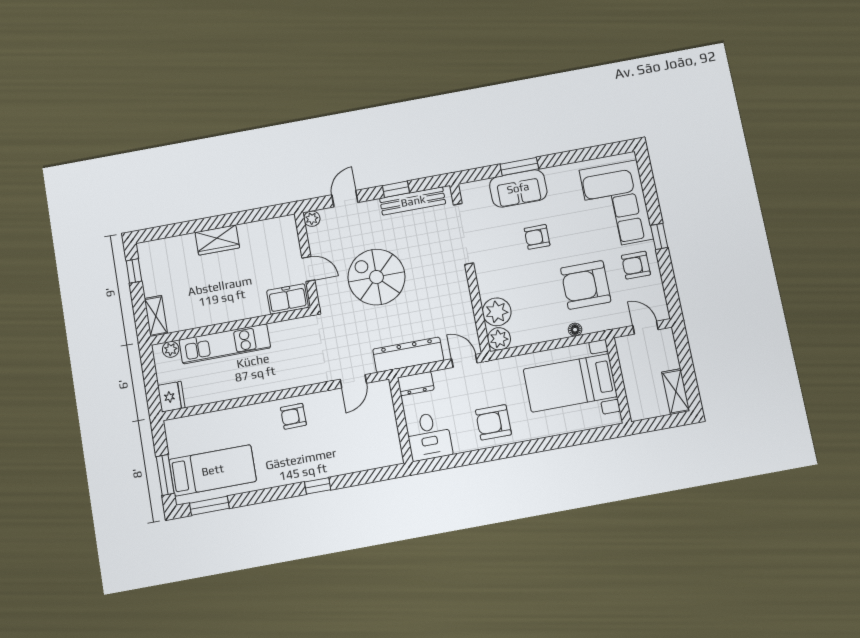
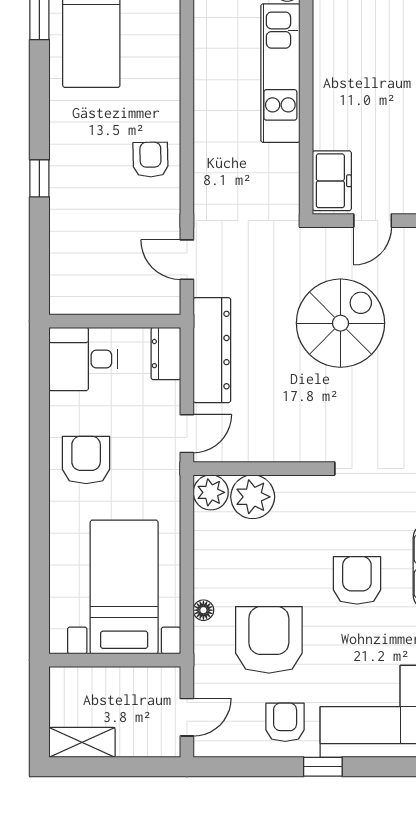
armchair: (537, 237) -> (357, 580), width x1.38, depth x1.38

